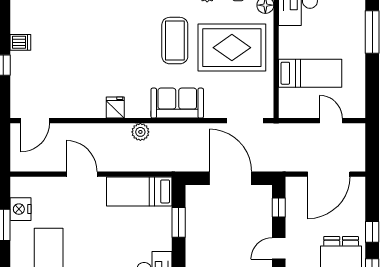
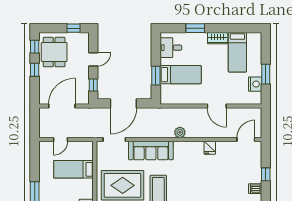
sofa: (177, 103) -> (151, 151), width x1.36
fridge: (115, 108) -> (210, 148), moved
door: (331, 121) -> (60, 139), hinge flipped
door: (230, 178) -> (123, 103), hinge flipped
bed: (139, 191) -> (181, 75), moved

